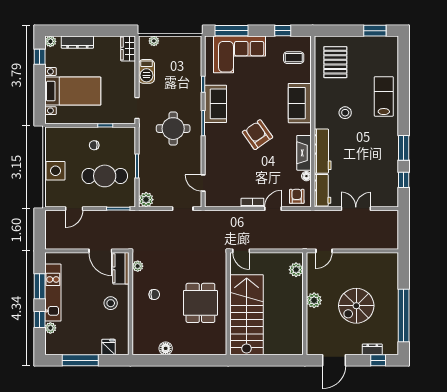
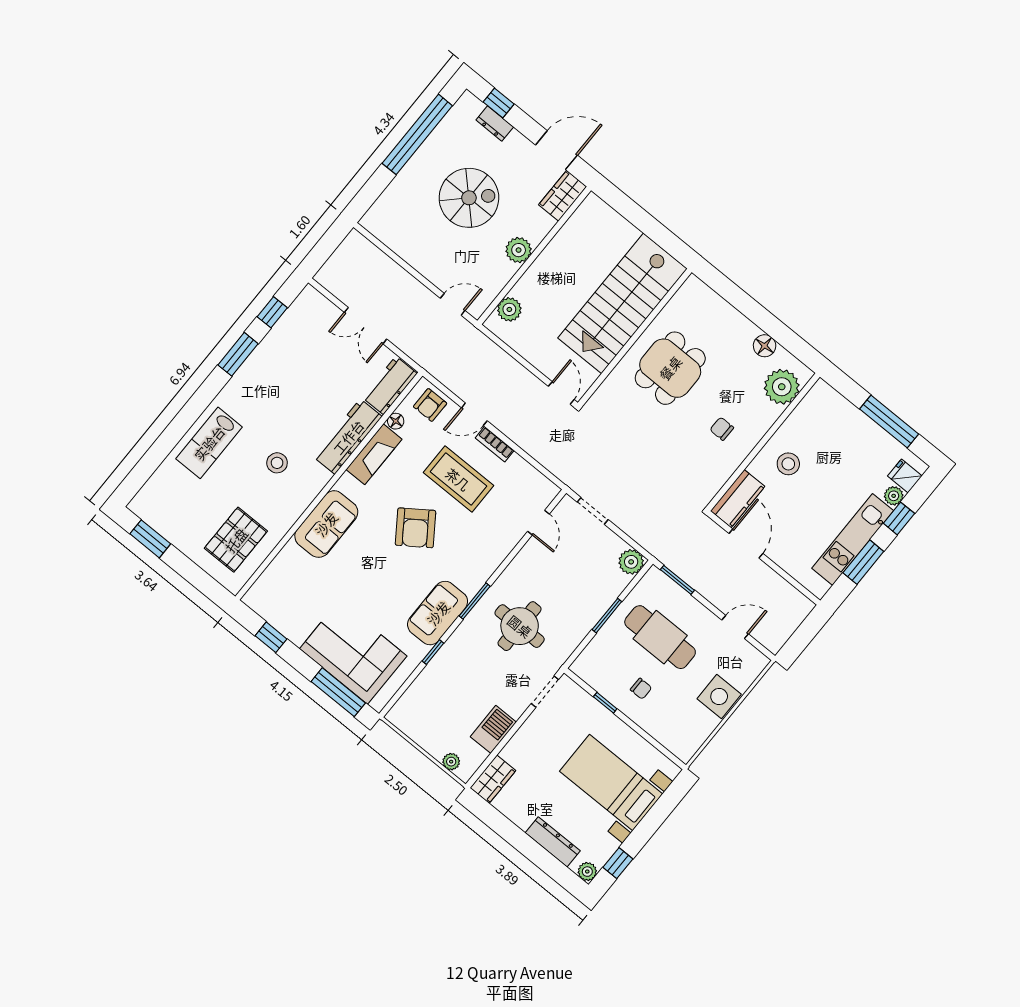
coffee table: (294, 58) -> (458, 479), moved, width x1.86, depth x1.72
plant: (138, 266) -> (782, 387), moved, width x1.88, depth x1.88
wardrobe: (314, 342) -> (563, 196), added
fridge: (109, 347) -> (905, 476), moved, turned 90

